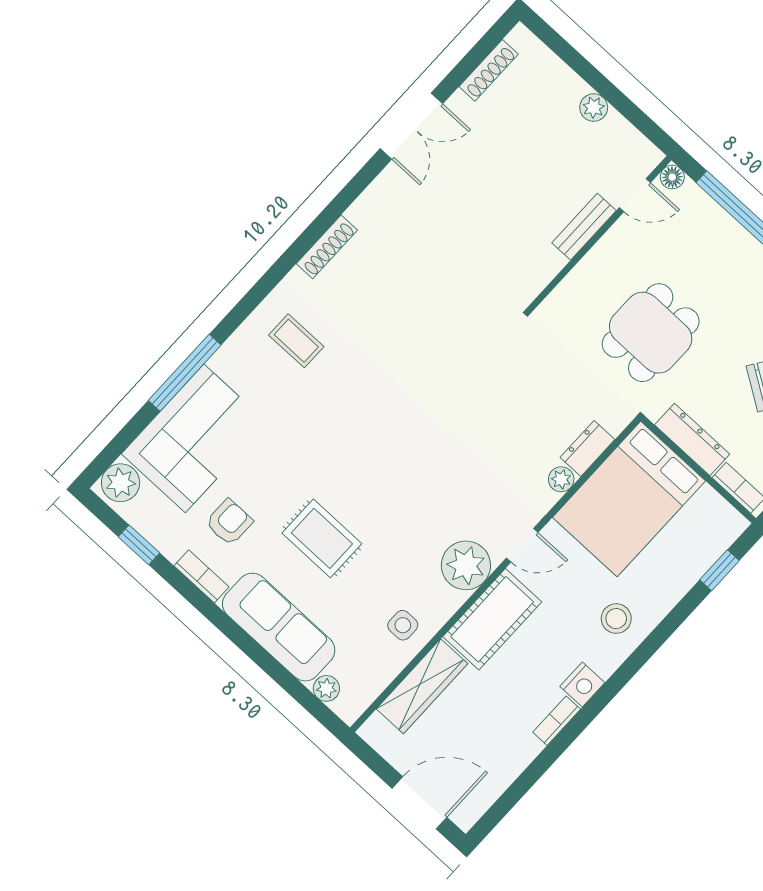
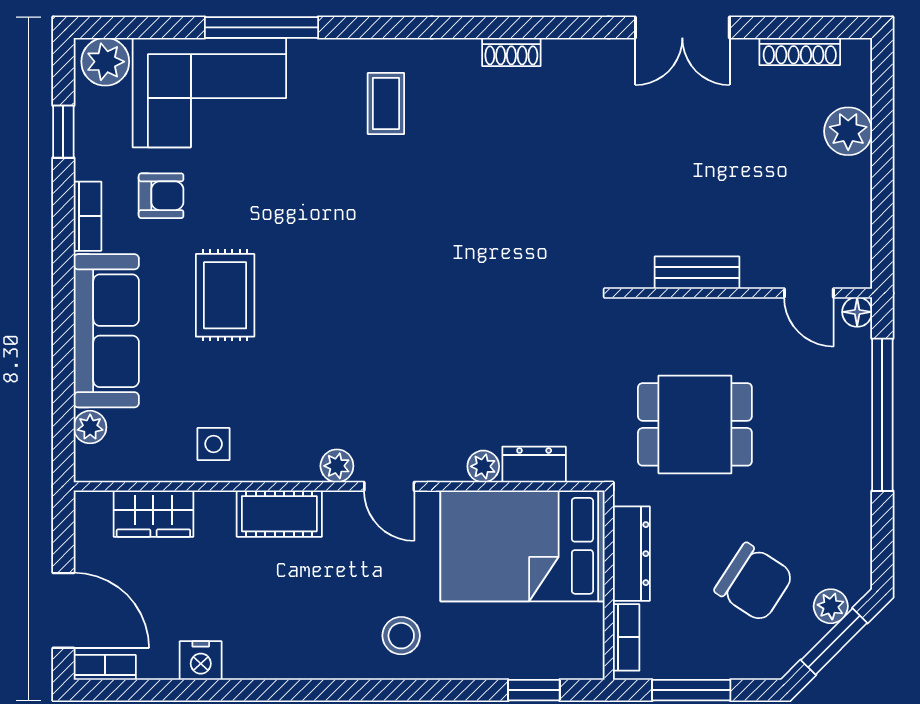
plant: (594, 108) -> (848, 131), moved, width x1.38, depth x1.38
bench: (584, 227) -> (697, 273), moved
shoe rack: (327, 247) -> (511, 52), width x0.70
plant: (466, 565) -> (337, 466), width x0.53, depth x0.53
cot: (492, 619) -> (279, 514), width x0.73, depth x0.75
nightstand: (582, 685) -> (201, 661), moved
wardrobe: (422, 686) -> (153, 514), width x0.67
bookcase: (557, 721) -> (105, 667), moved

